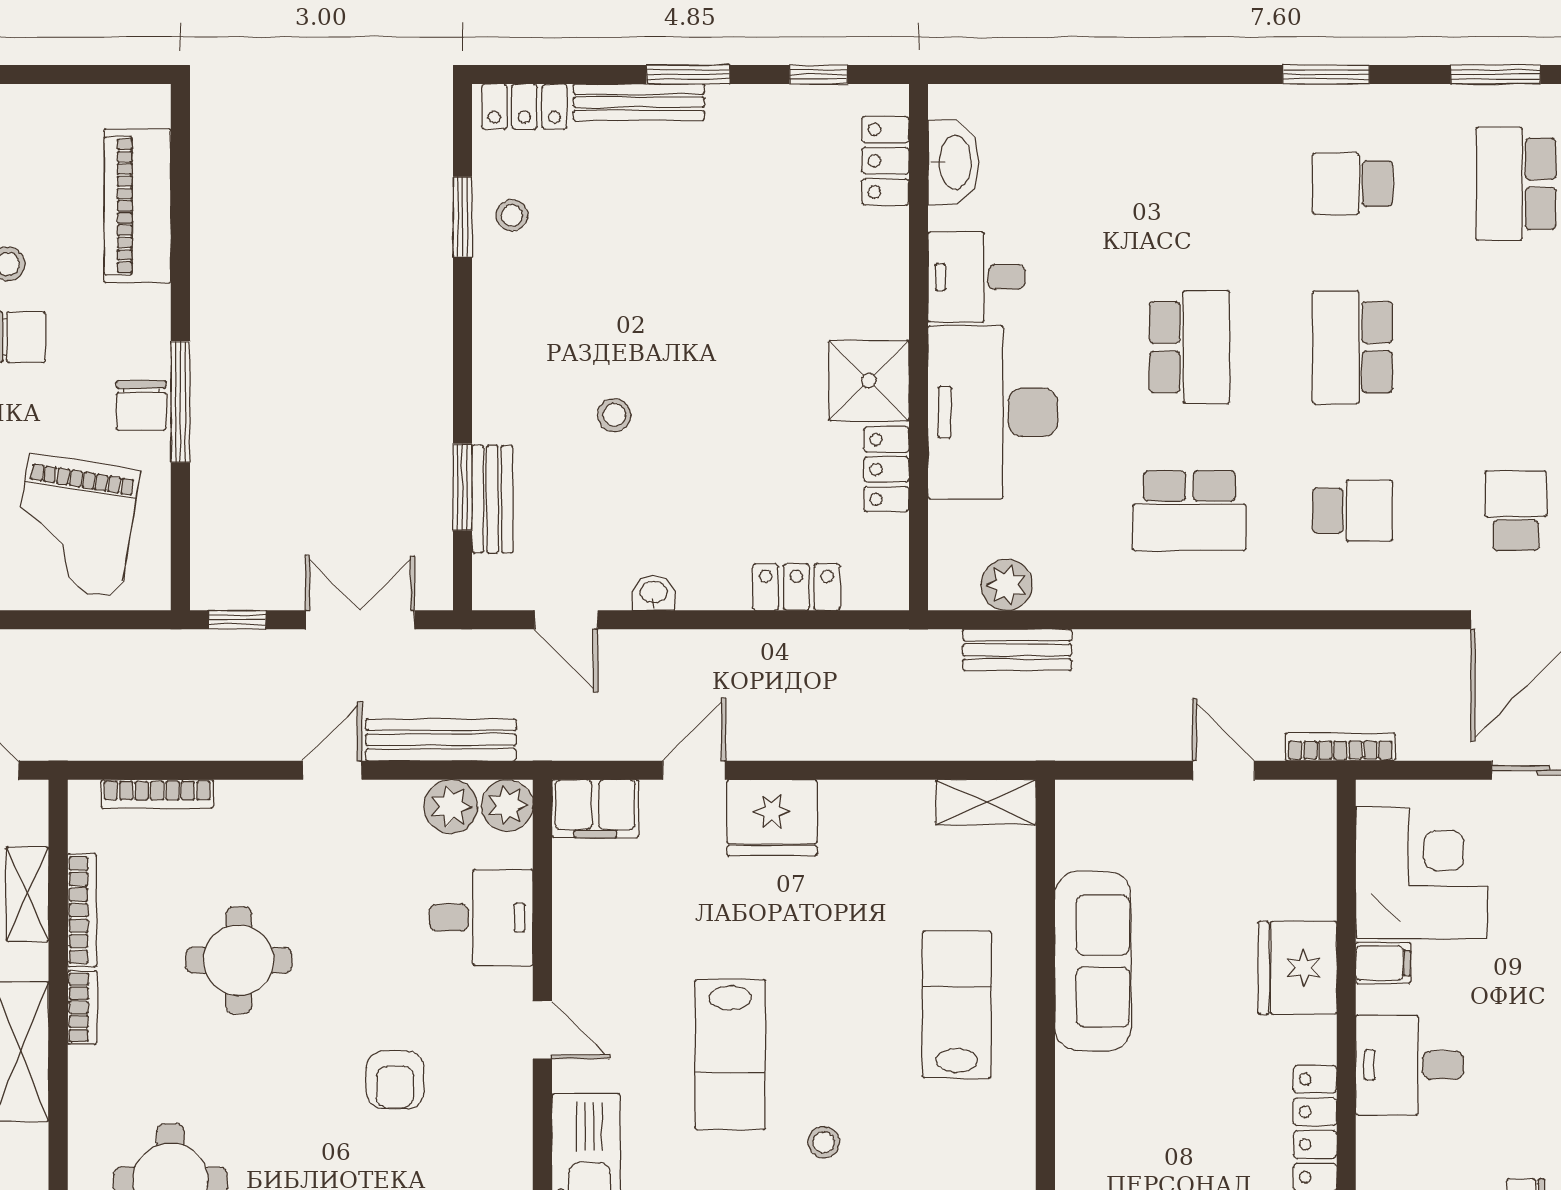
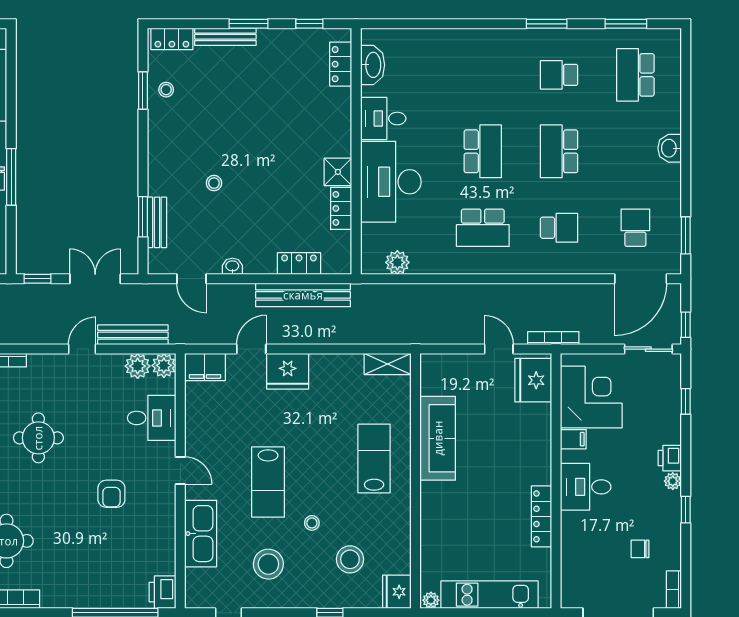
shower: (869, 381) -> (338, 172), width x0.73, depth x0.73
bench: (1017, 650) -> (303, 295), moved, width x1.86, depth x1.21
fridge: (1297, 968) -> (533, 380), moved

